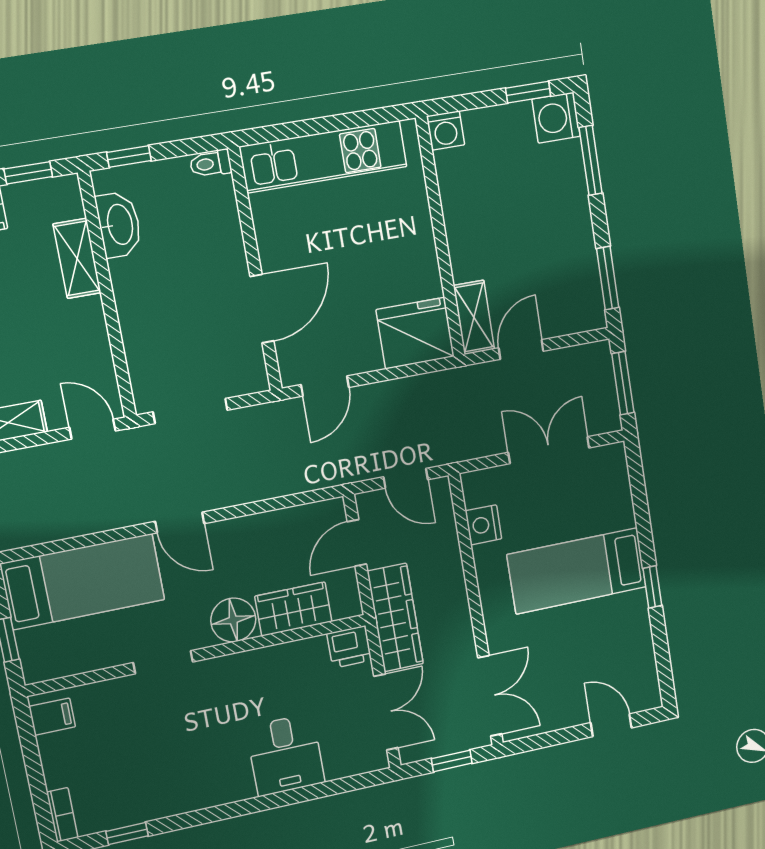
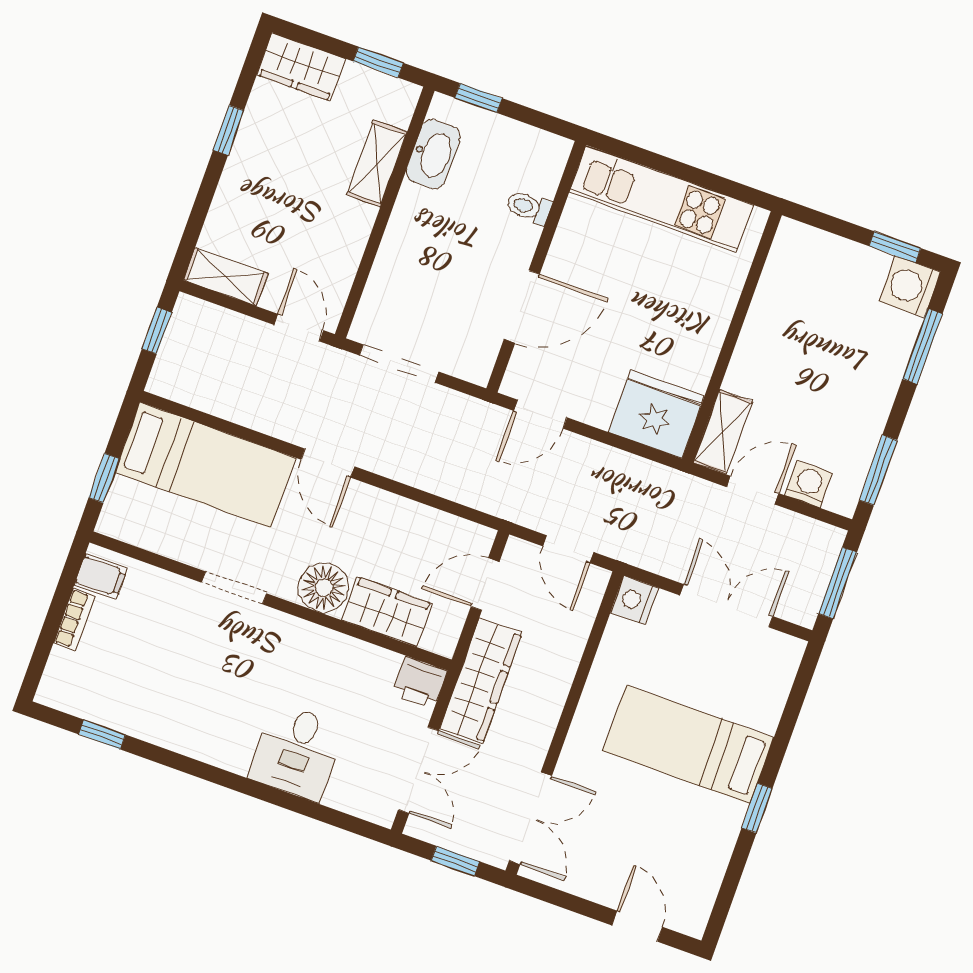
washing machine: (445, 131) -> (809, 484), moved, turned 180
toilet: (211, 164) -> (529, 207), moved
nightstand: (483, 525) -> (634, 600), moved
bookcase: (62, 815) -> (74, 619), moved

